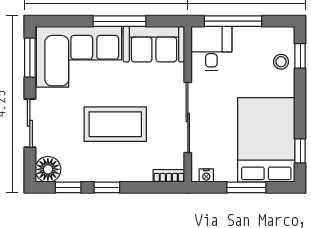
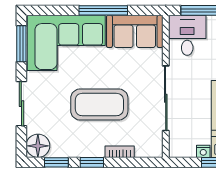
nightstand: (206, 175) -> (203, 151), moved
bookcase: (169, 176) -> (120, 152), moved

